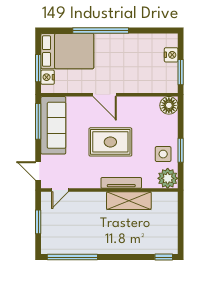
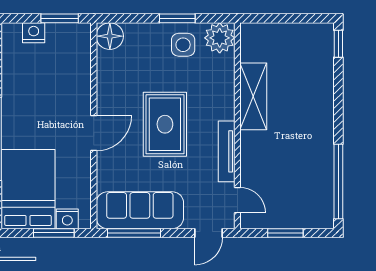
tv unit: (121, 183) -> (227, 151), moved

